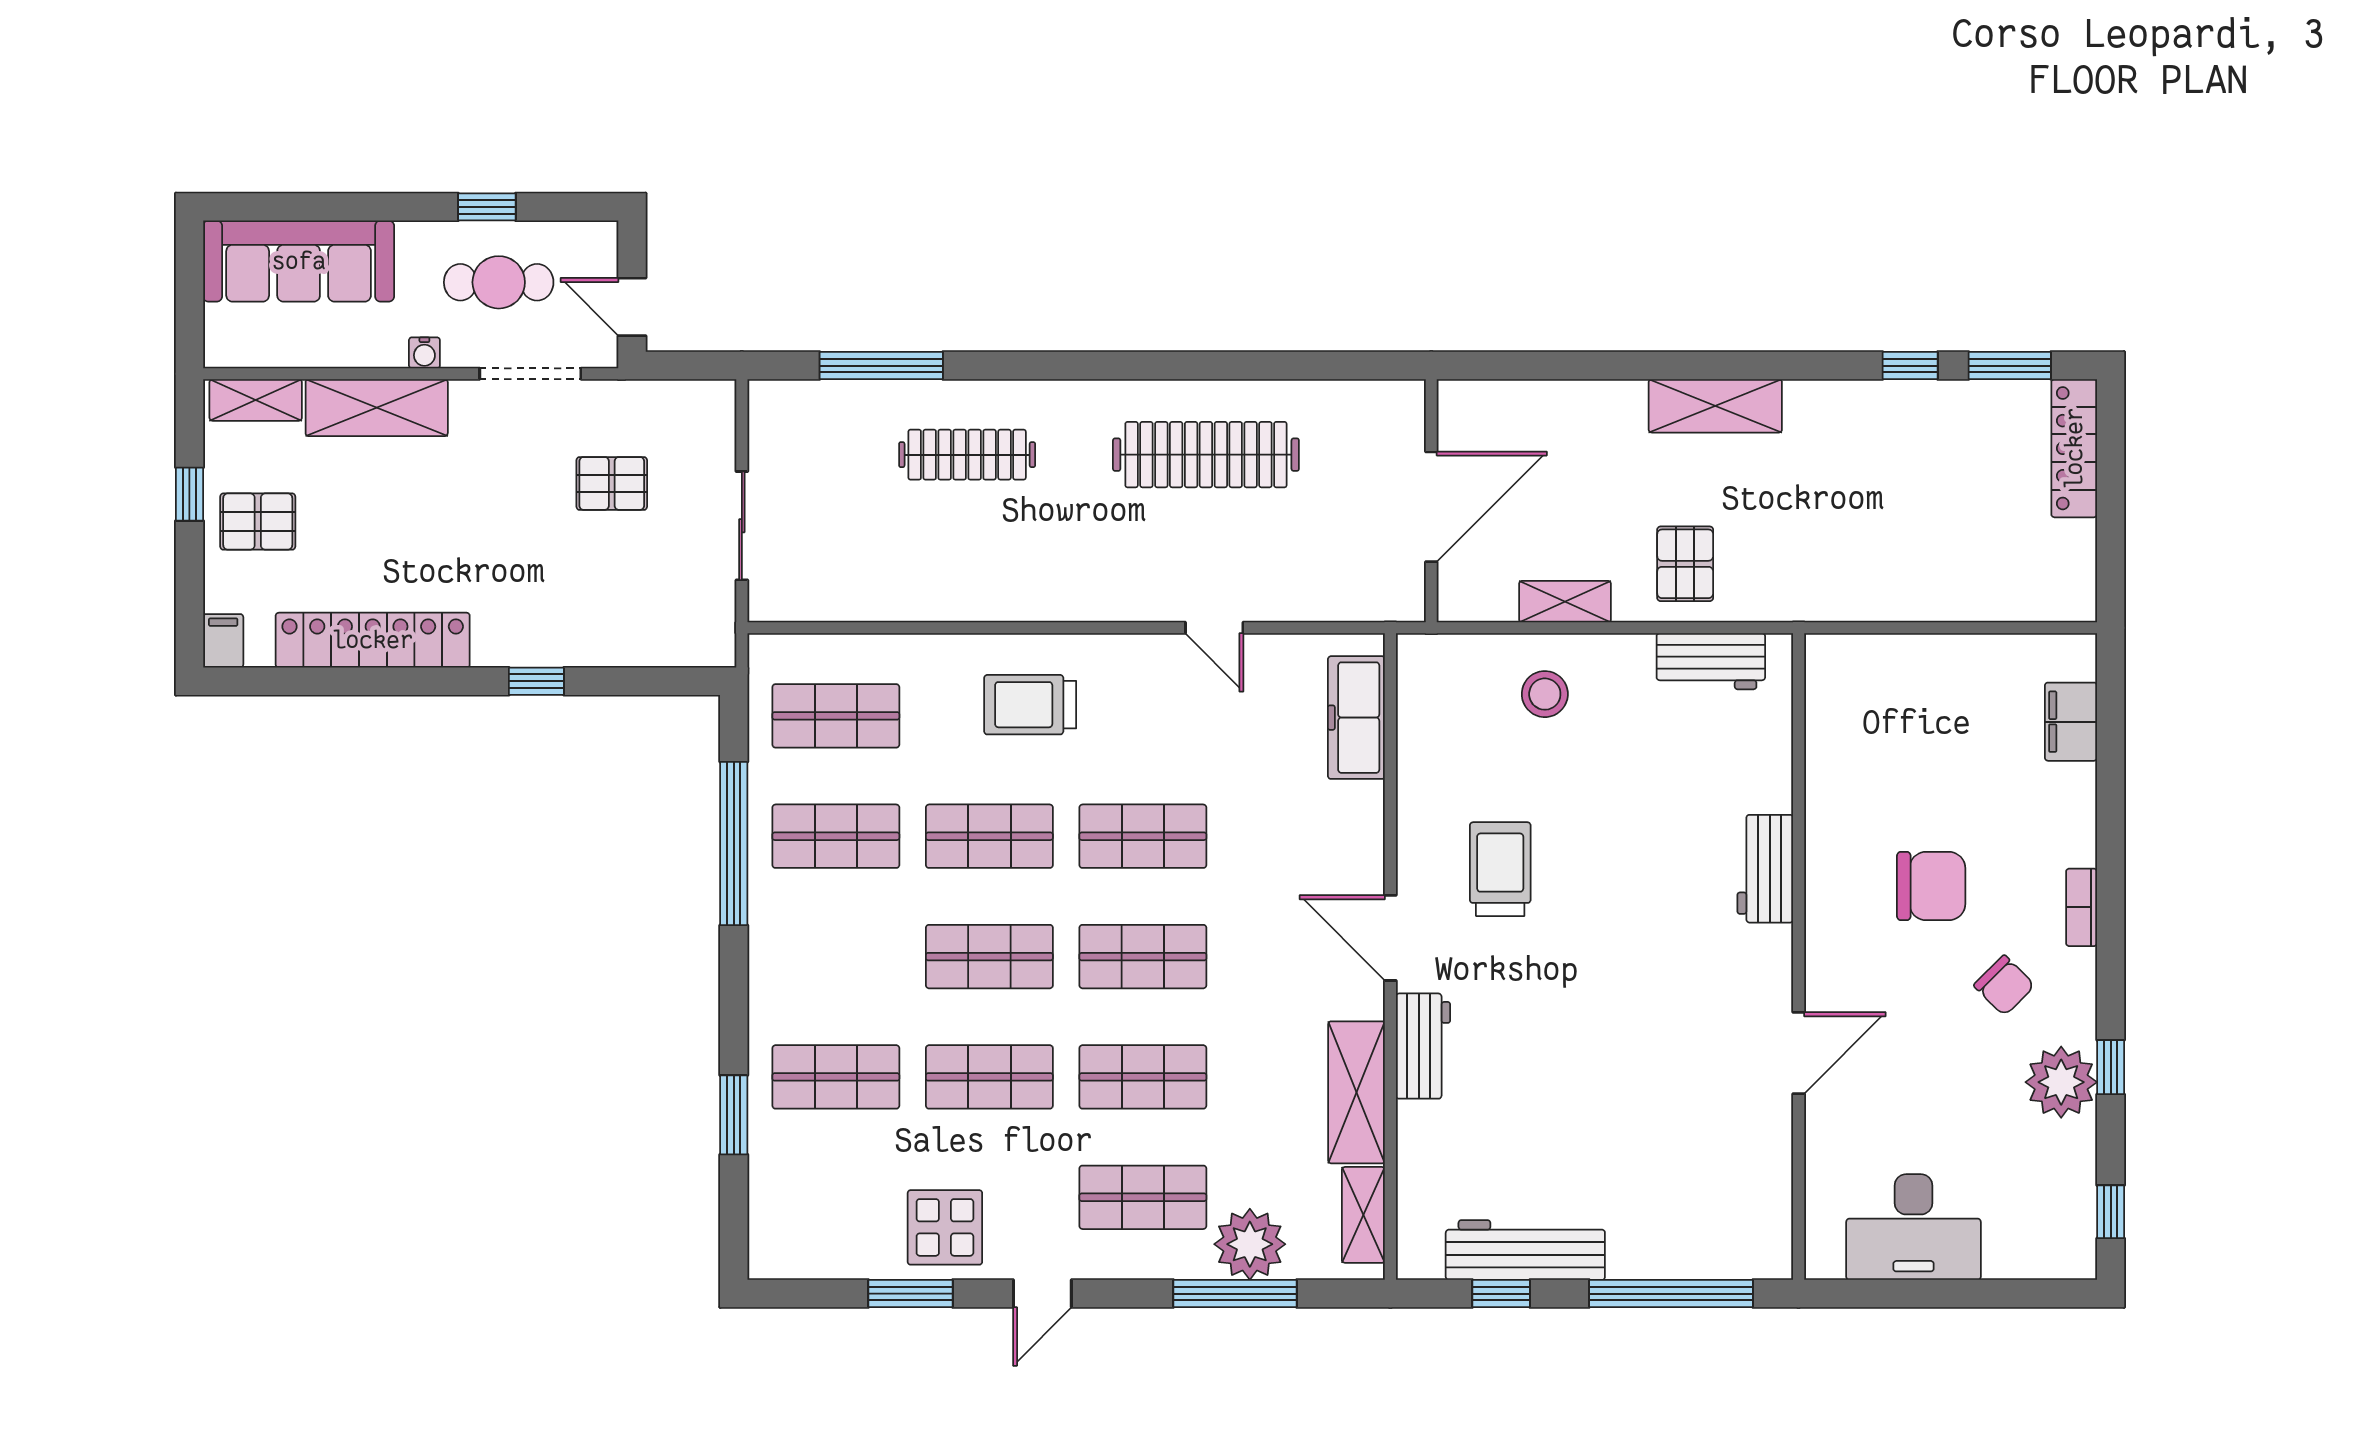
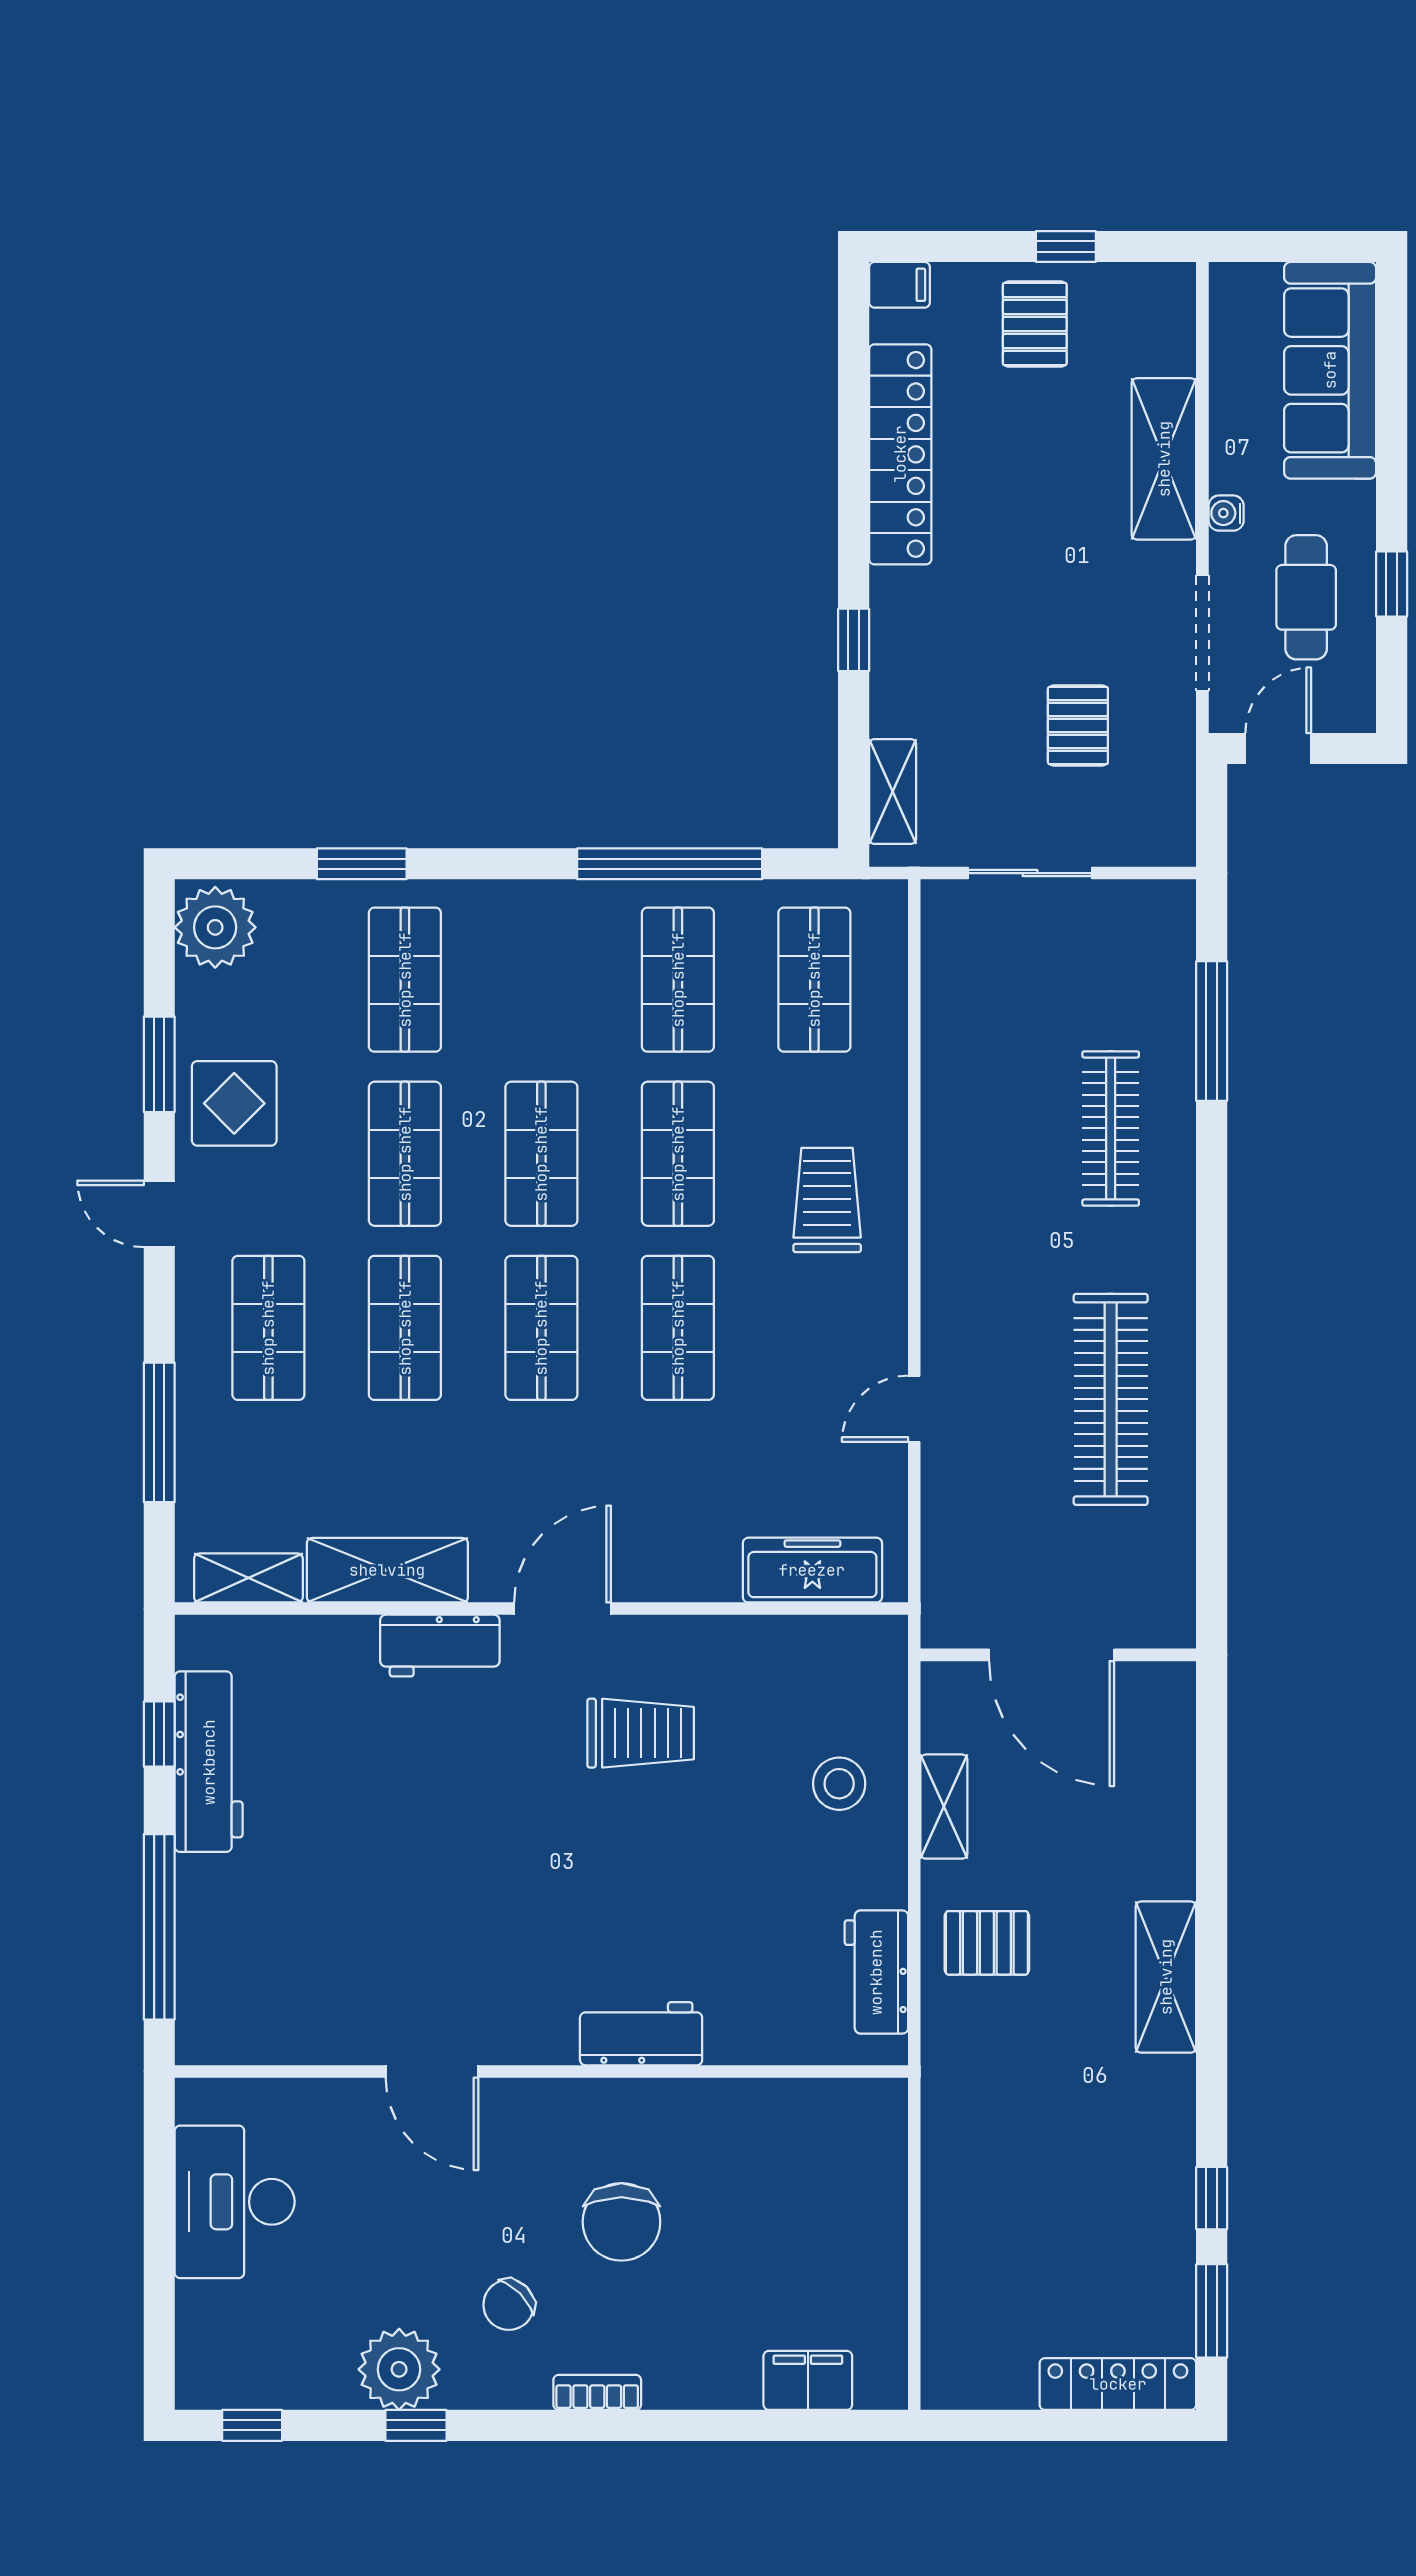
shelving: (256, 400) -> (893, 792), moved
plant: (1250, 1244) -> (215, 927), moved

